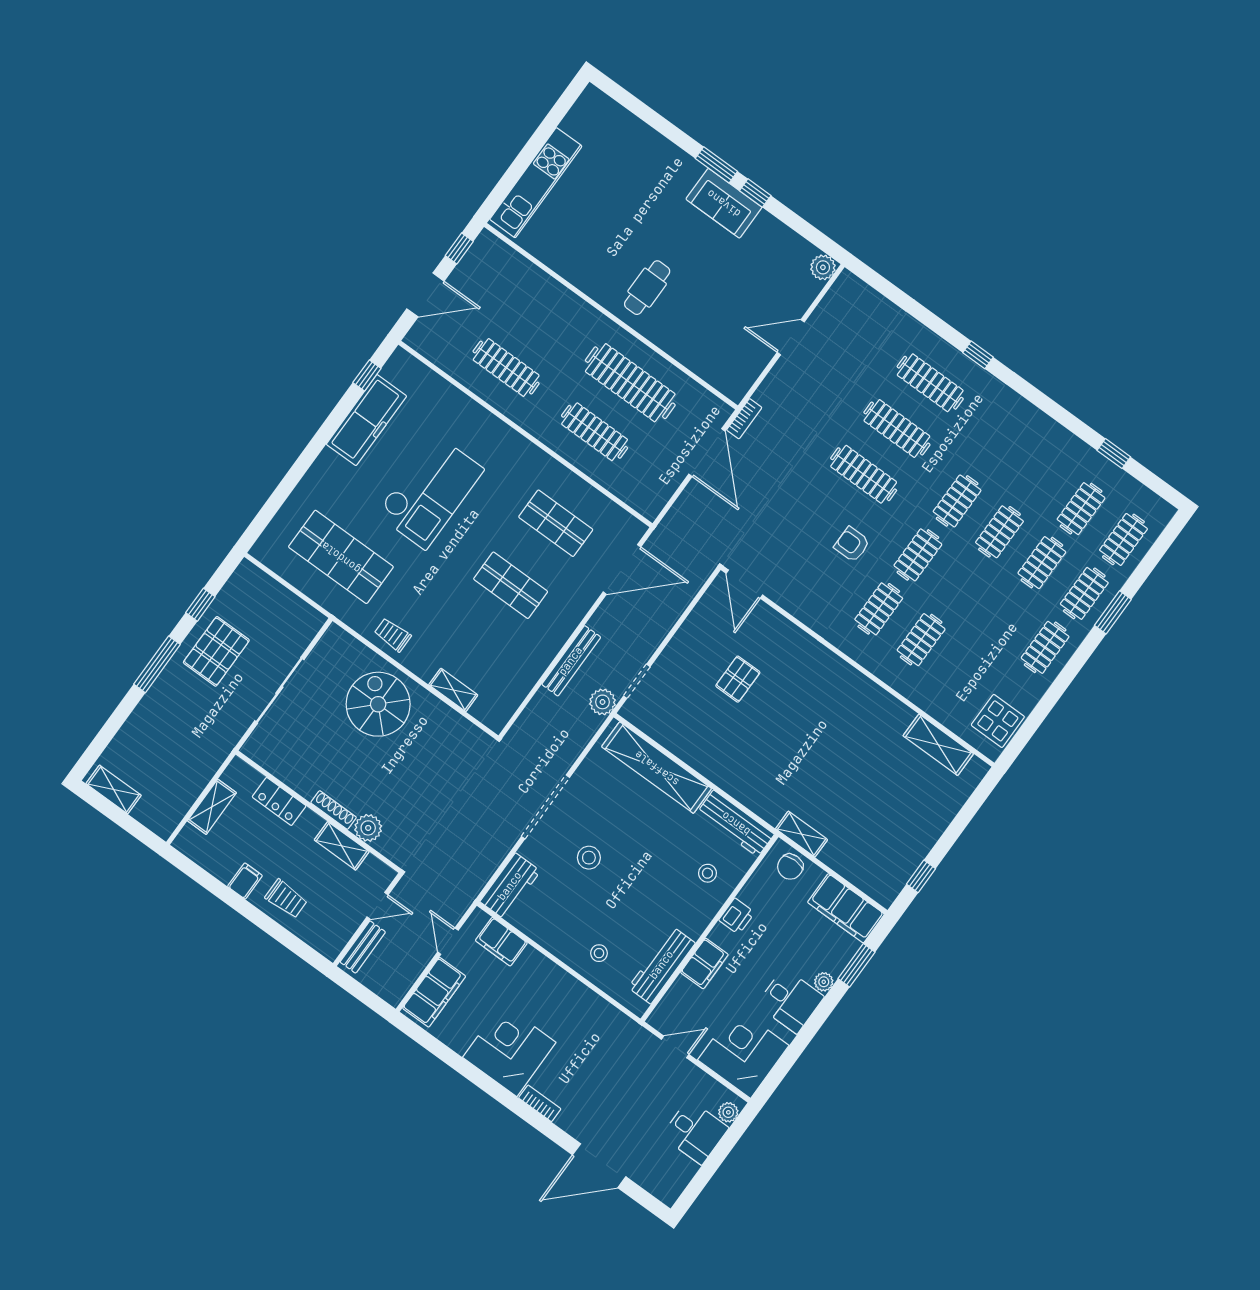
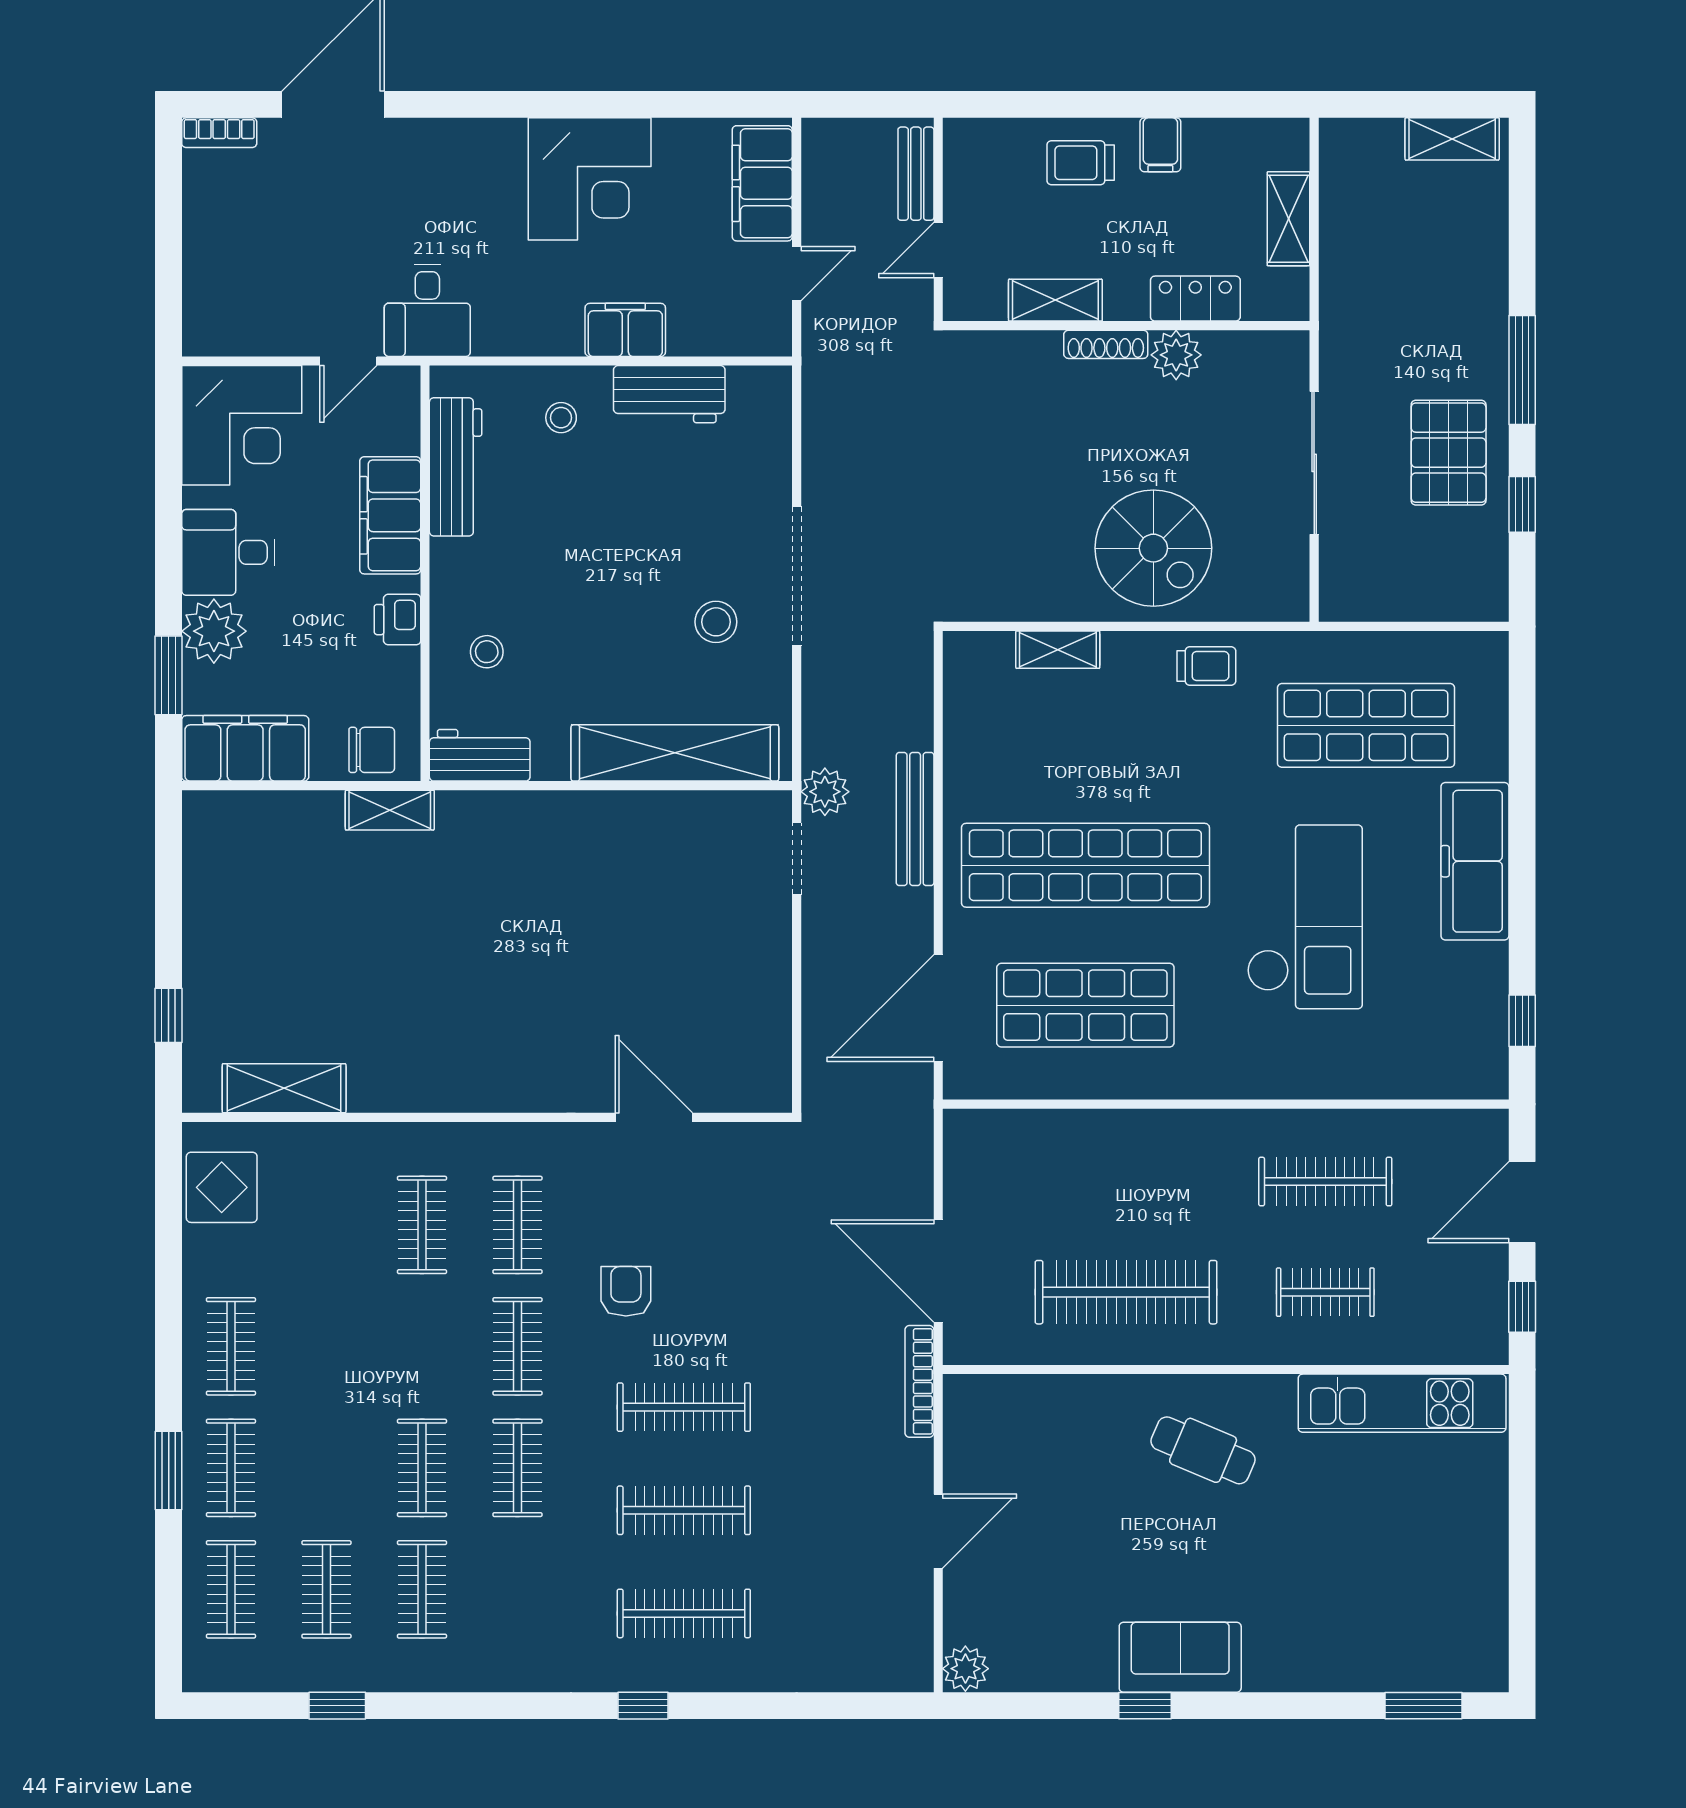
window: (716, 165) -> (1423, 1706), moved
kitchen unit: (536, 183) -> (1402, 1403), moved, turned -90
cafe table: (647, 288) -> (1203, 1450), turned -67
bookcase: (744, 419) -> (919, 1381), width x1.56
freezer: (366, 420) -> (1475, 861), moved
clothes rail: (595, 432) -> (1325, 1292), moved, width x0.73
checkout: (430, 492) -> (1305, 917), turned 180
shop shelf: (556, 523) -> (1085, 1005), width x1.43, depth x1.36
armchair: (852, 544) -> (626, 1291), turned -90
clothes rail: (1042, 563) -> (422, 1589), moved
door: (744, 584) -> (654, 1117), moved
shop shelf: (511, 585) -> (1085, 865), width x2.00, depth x1.36
pallet: (738, 679) -> (650, 970), removed
workbench: (736, 823) -> (480, 755), width x0.73
plant: (368, 828) -> (1176, 355), moved
stool: (589, 858) -> (716, 622), moved
chair: (790, 867) -> (372, 750), turned 90
window: (921, 876) -> (169, 1015), moved
workbench: (510, 886) -> (669, 394), moved, turned -90
door: (448, 941) -> (797, 274), hinge flipped
filing cabinet: (501, 942) -> (625, 330), moved
filing cabinet: (704, 963) -> (390, 515), width x1.50, depth x1.17
plant: (824, 982) -> (214, 631), width x1.88, depth x1.88
bookcase: (540, 1103) -> (219, 133), moved
plant: (728, 1112) -> (200, 321), removed
desk: (695, 1132) -> (427, 310), moved, turned -90

